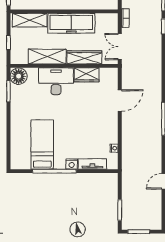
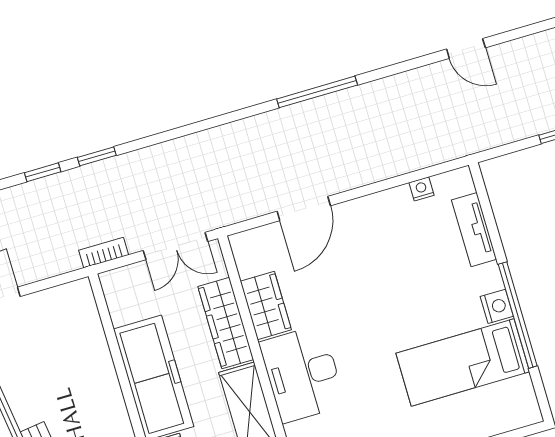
door: (120, 101) -> (304, 208), swing flipped
nightstand: (72, 164) -> (497, 306), moved

